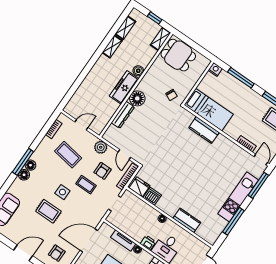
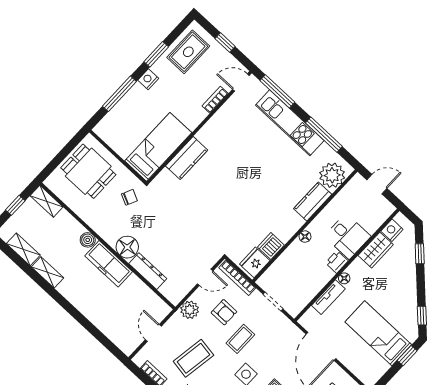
dining table: (178, 55) -> (88, 171), moved, turned 90
nightstand: (215, 69) -> (148, 79), moved
plant: (207, 231) -> (332, 175), added

